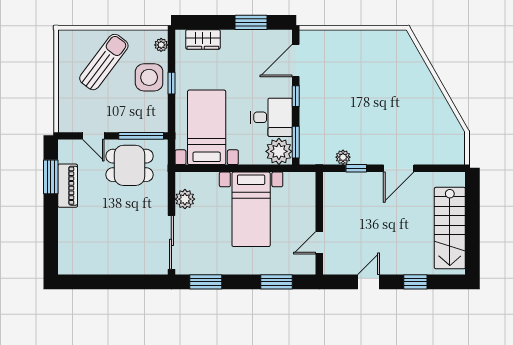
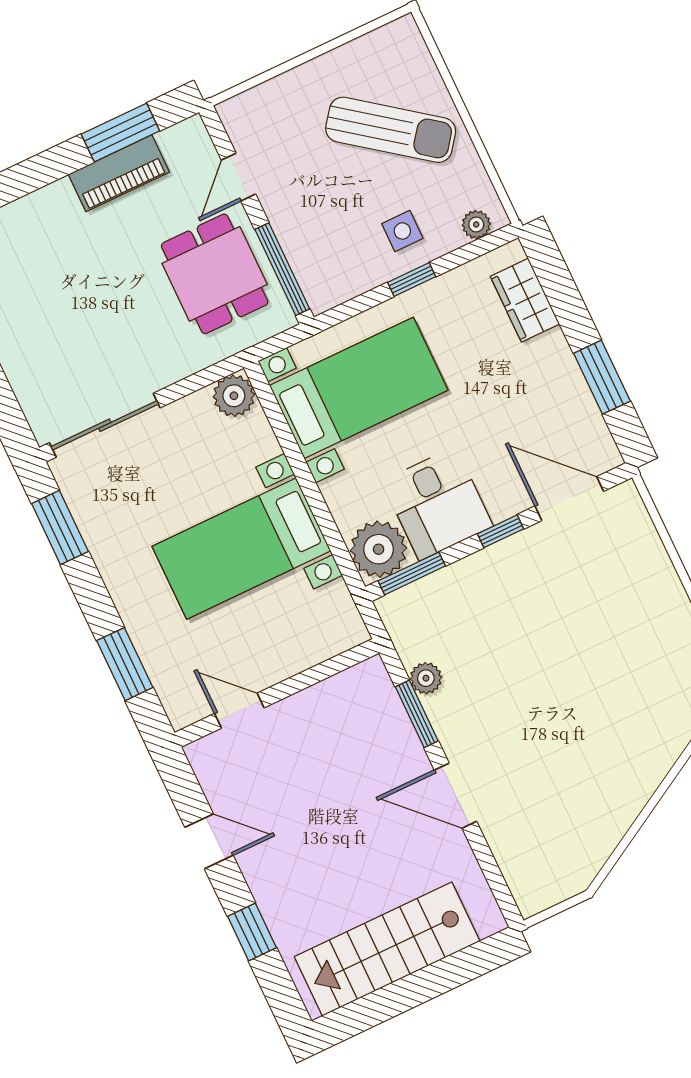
side table: (149, 77) -> (402, 231), width x0.54, depth x0.54
window: (356, 168) -> (417, 714), width x1.50
plant: (185, 199) -> (234, 396), moved

